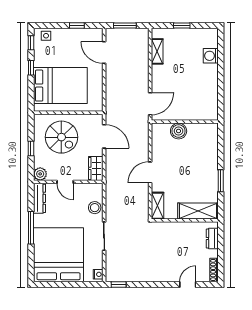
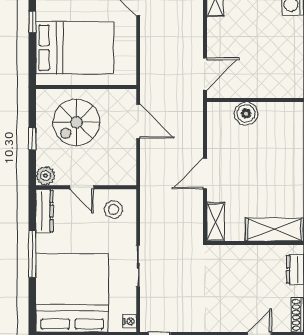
spiral stairs: (61, 137) -> (76, 122), turned 90
wardrobe: (96, 168) -> (126, 168), removed
stool: (95, 208) -> (113, 209), moved

